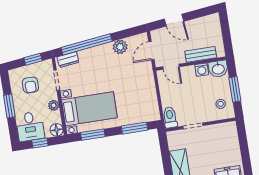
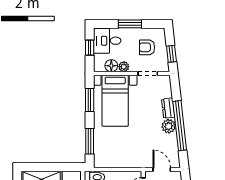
window: (87, 44) -> (180, 126), moved
plant: (120, 47) -> (169, 126), moved
dresser: (68, 60) -> (168, 108), moved
floor lamp: (57, 130) -> (111, 66), moved

